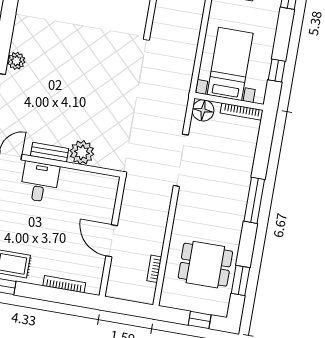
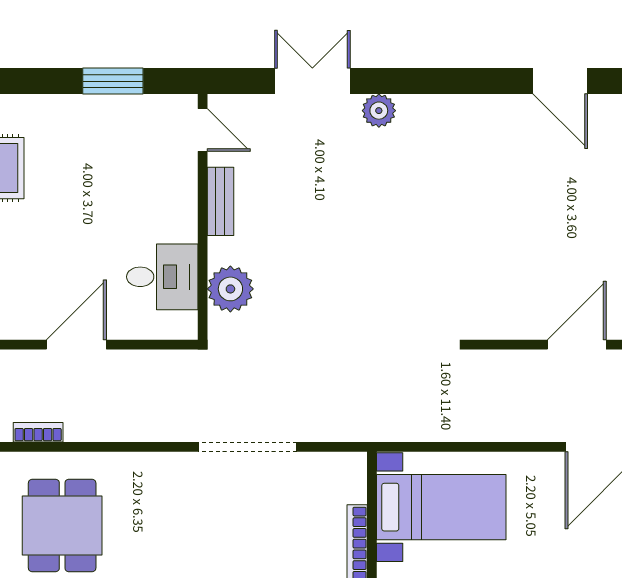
floor lamp: (203, 110) -> (347, 472), removed
plant: (82, 152) -> (230, 289), moved
desk: (40, 182) -> (162, 277), moved

